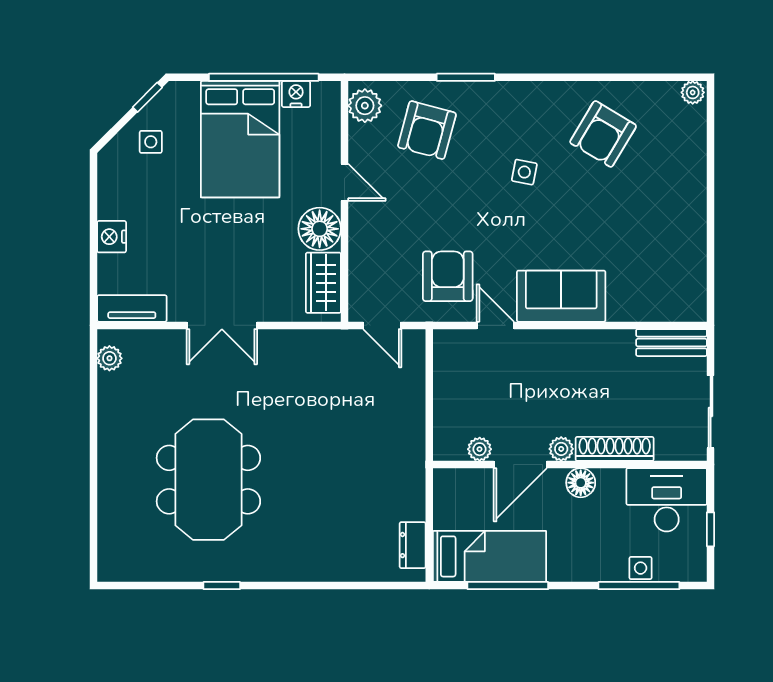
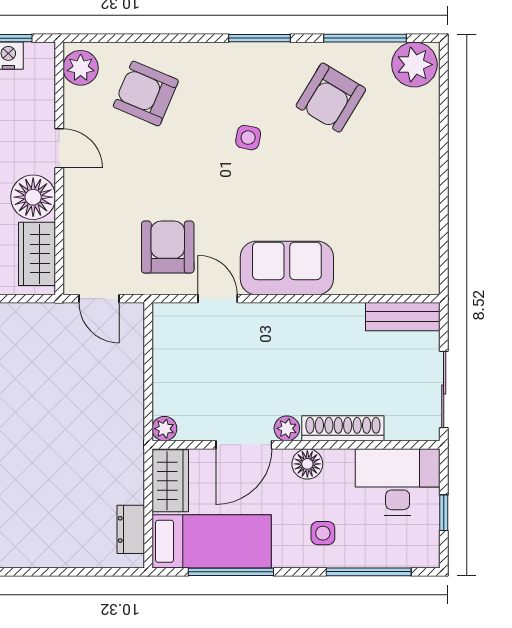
window: (466, 77) -> (260, 38), moved
window: (636, 77) -> (365, 38), added
plant: (693, 92) -> (414, 65), width x1.87, depth x1.87
armchair: (427, 130) -> (146, 93), turned 98
plant: (480, 449) -> (164, 429), moved
wardrobe: (450, 499) -> (170, 481), added
side table: (641, 568) -> (323, 533), moved

